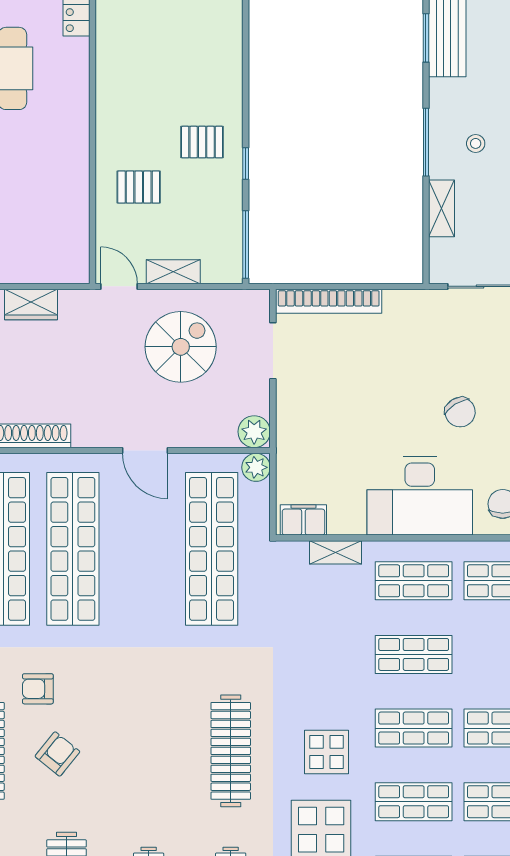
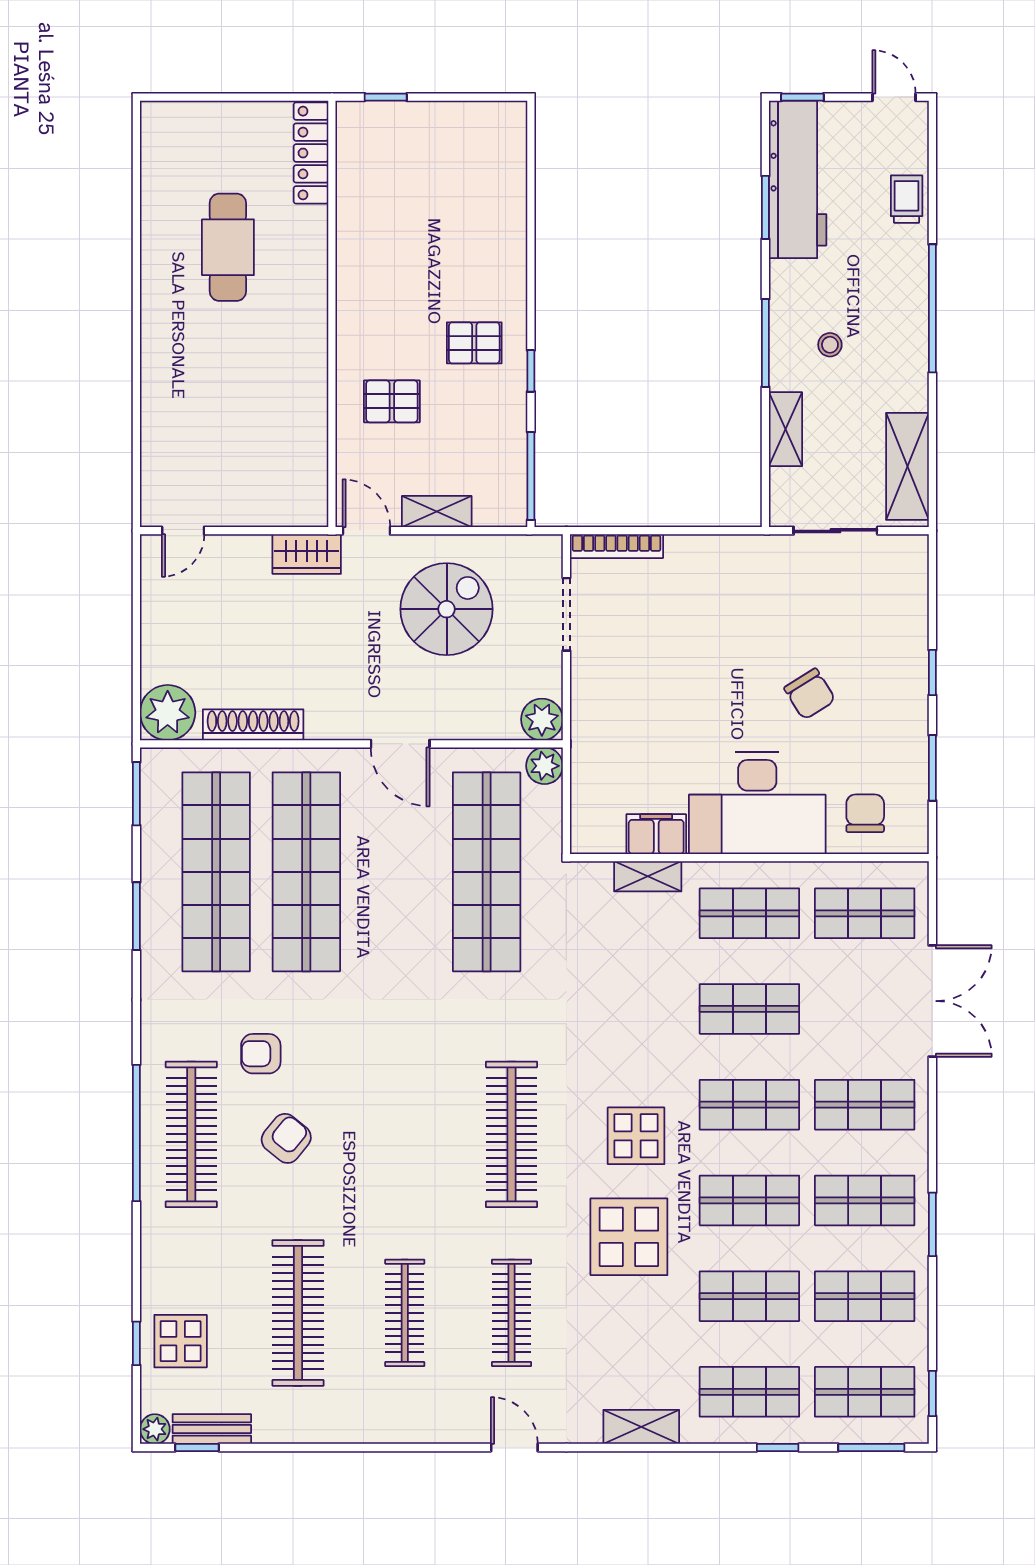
bookcase: (329, 301) -> (616, 546), width x0.68, depth x0.76
wardrobe: (31, 304) -> (307, 554), moved
filing cabinet: (303, 520) -> (656, 834), moved

